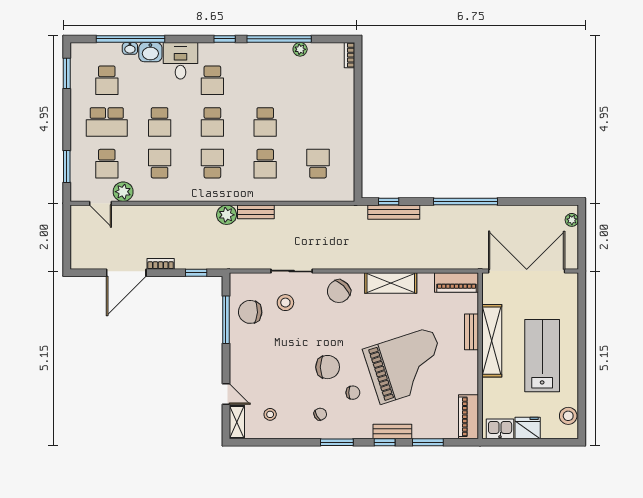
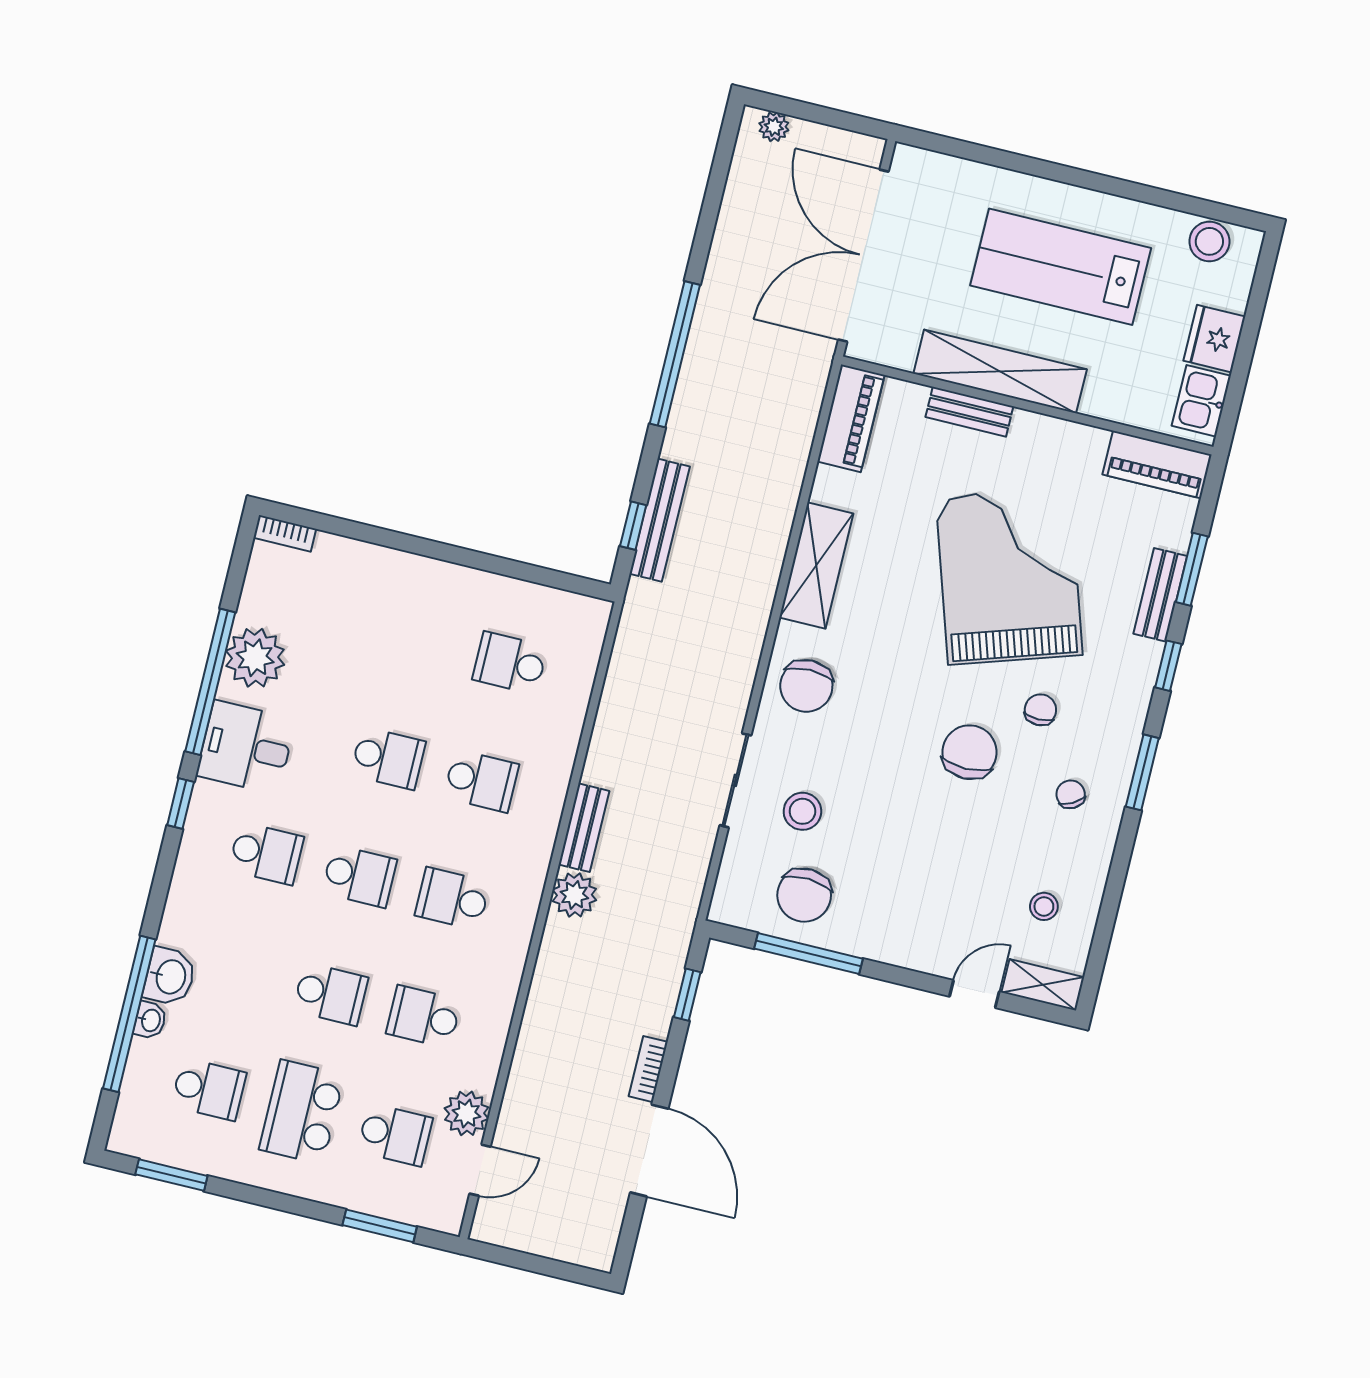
plant: (300, 49) -> (255, 658), width x1.88, depth x1.88
desk: (180, 61) -> (246, 747), moved
school desk: (107, 122) -> (302, 1112), turned 180
chair: (339, 291) -> (806, 686), turned 45
bench: (392, 431) -> (1160, 595), moved

